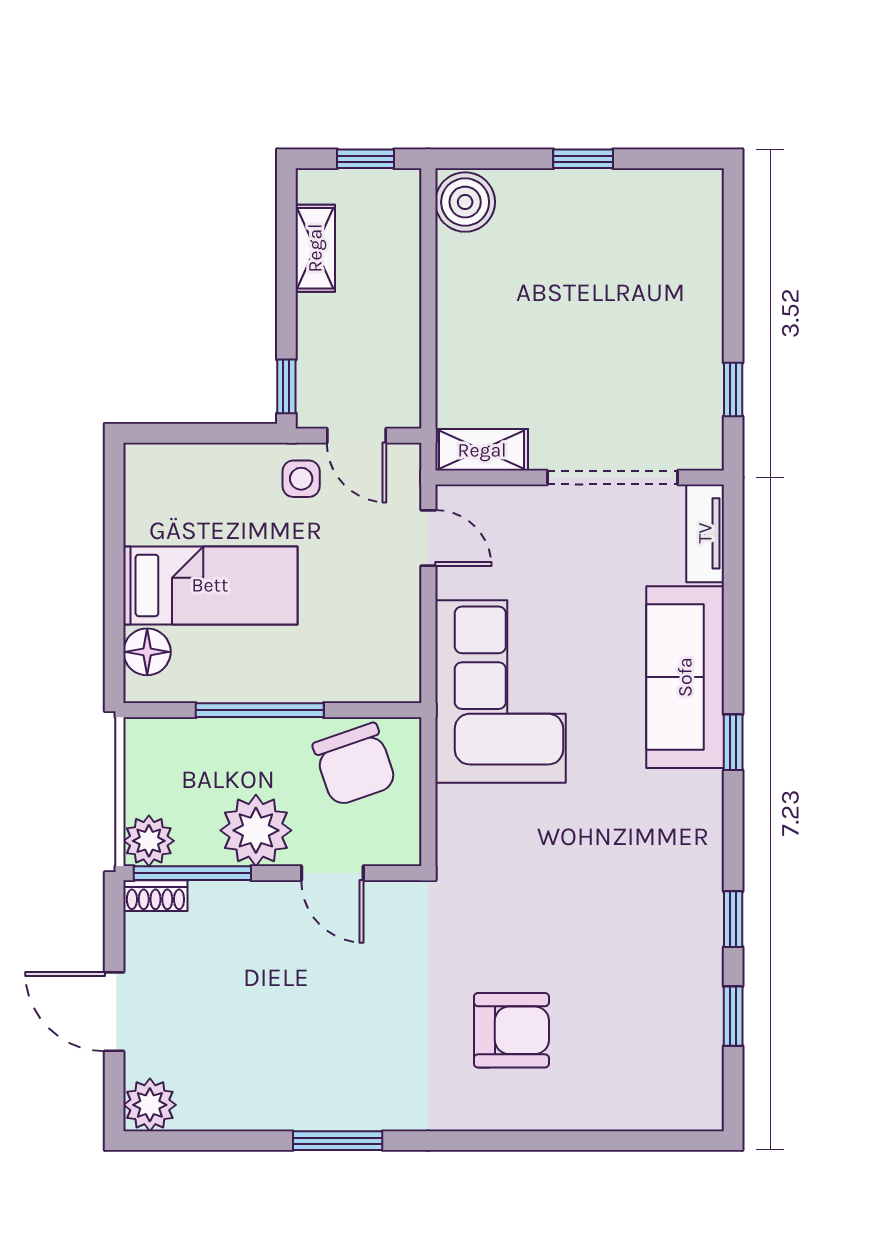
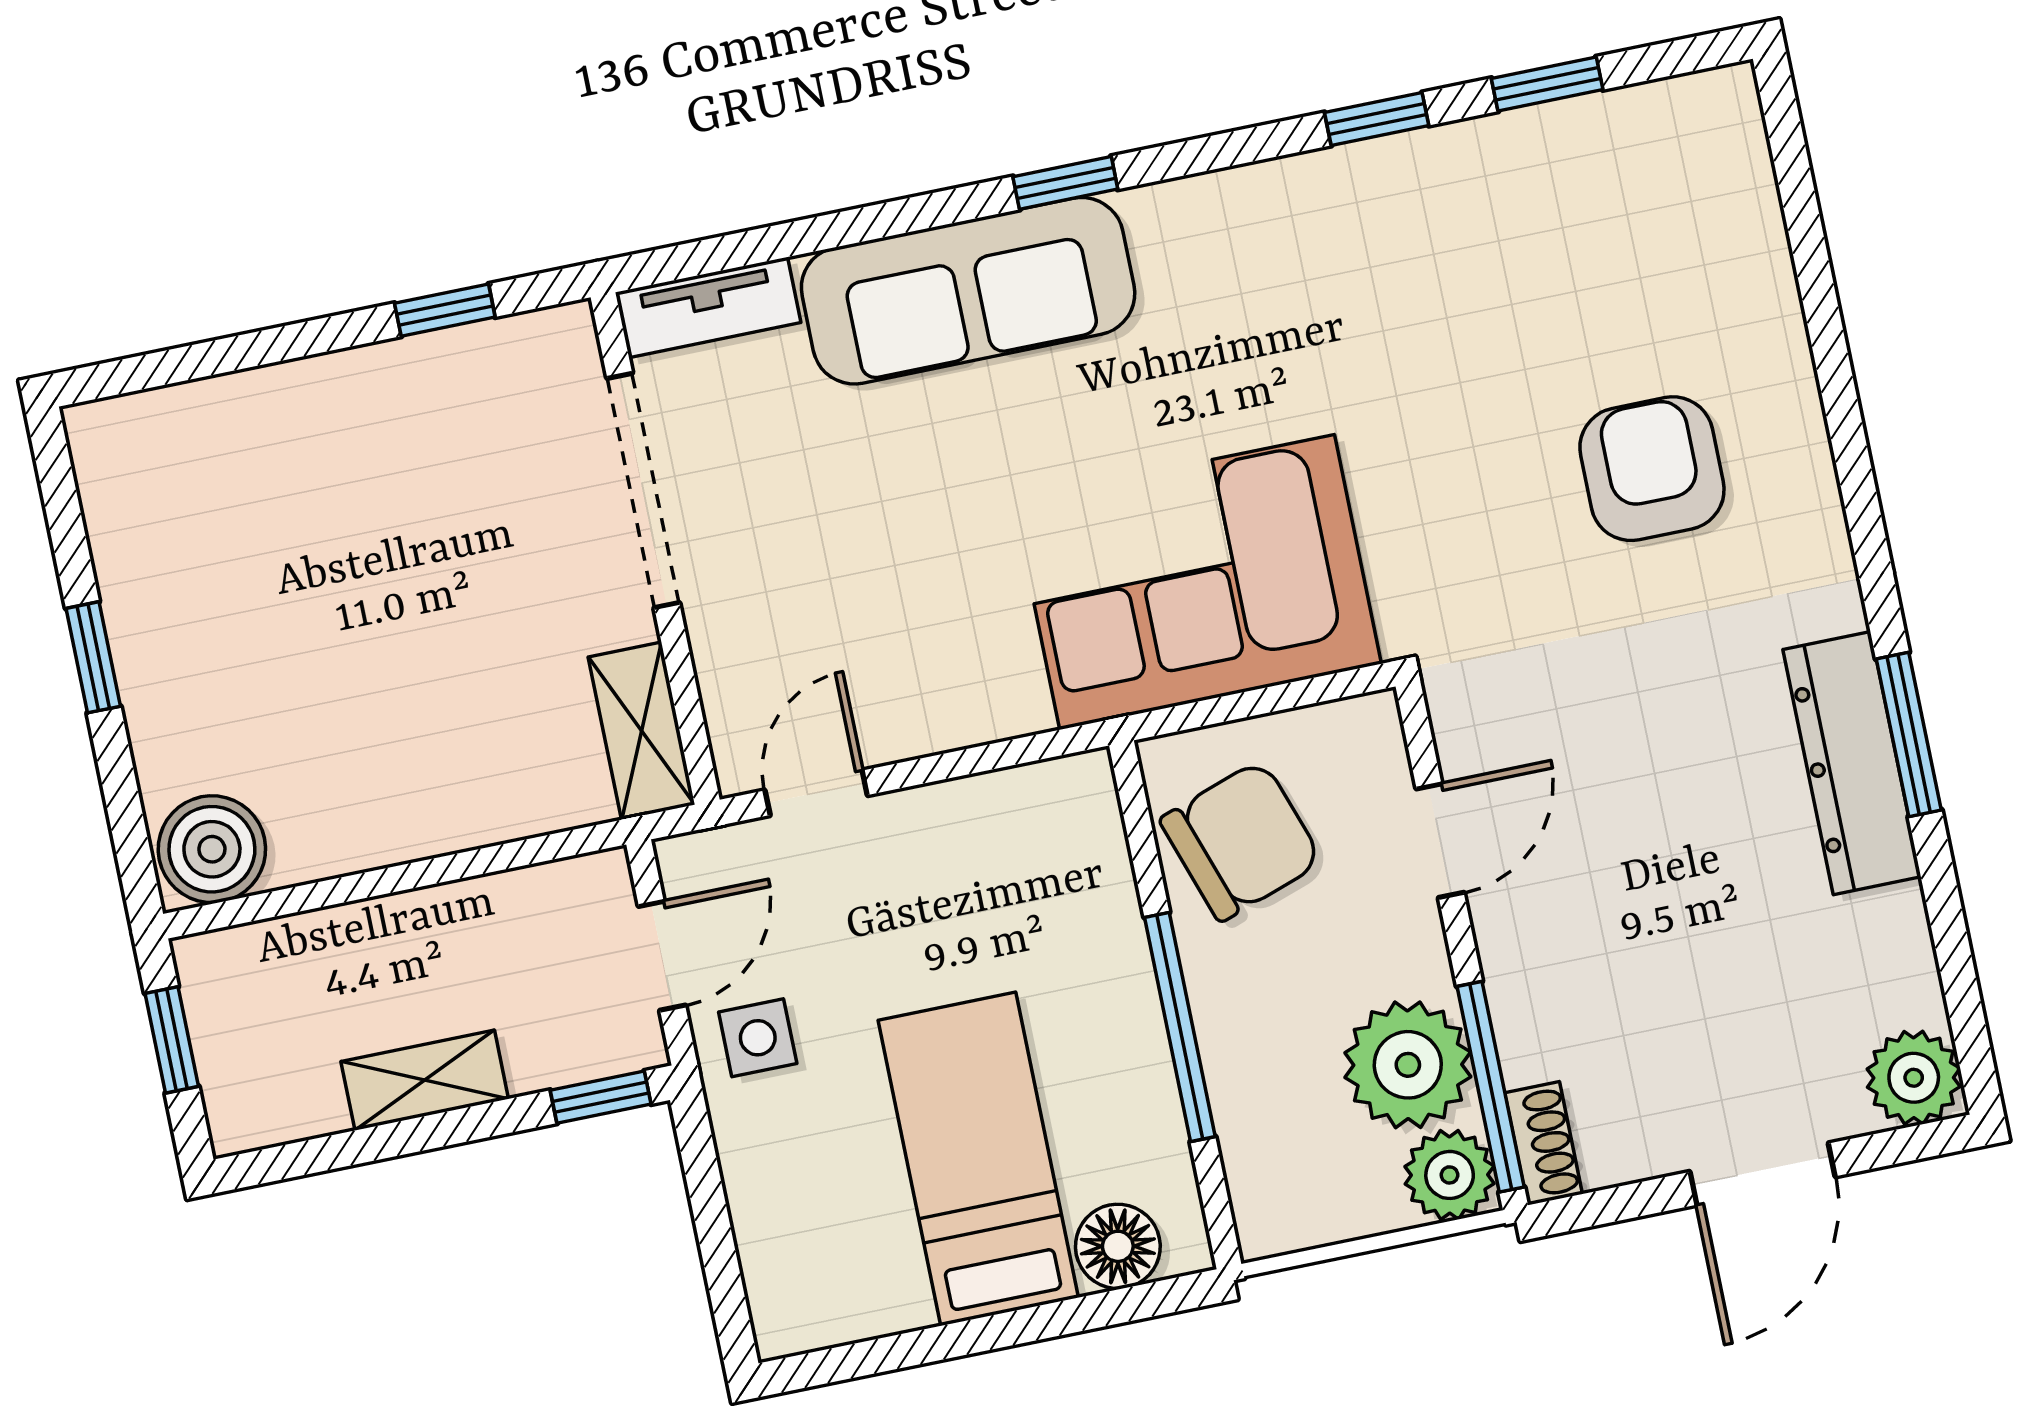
shelving: (315, 248) -> (425, 1080), moved
corner sofa: (500, 692) -> (1197, 582), moved
plant: (256, 830) -> (1408, 1065), moved
dresser: (328, 1106) -> (1852, 763), added

